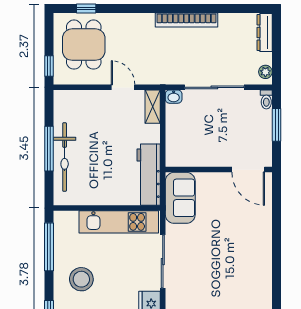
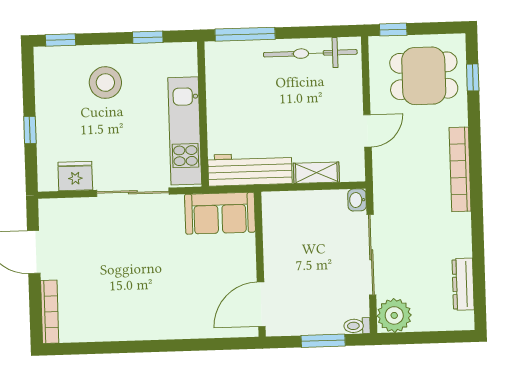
bookcase: (186, 20) -> (460, 169), moved
dresser: (265, 32) -> (463, 284), moved, turned -90
plant: (265, 72) -> (394, 315), width x1.88, depth x1.88
shelving: (153, 107) -> (316, 173), moved
window: (49, 149) -> (245, 34), moved
bicycle: (65, 157) -> (310, 53), moved
window: (49, 247) -> (148, 37), width x0.46

